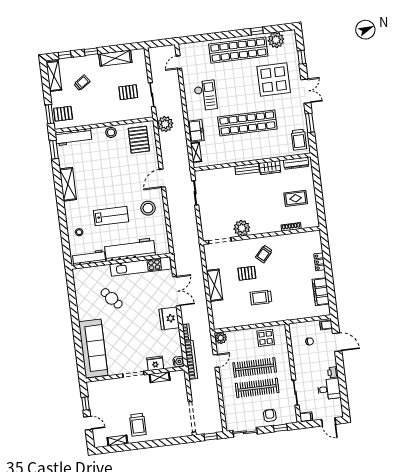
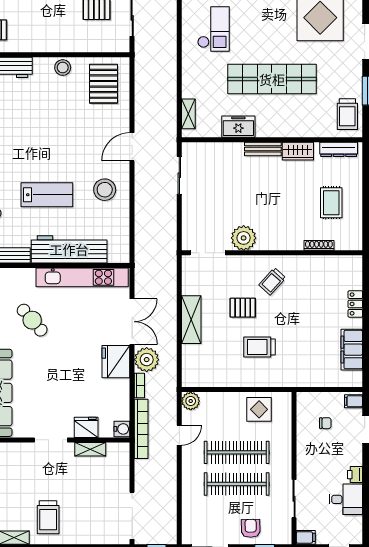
plant: (165, 124) -> (147, 360), moved
freezer: (196, 131) -> (238, 127), moved, turned -90
rug: (296, 198) -> (331, 203), turned 90

